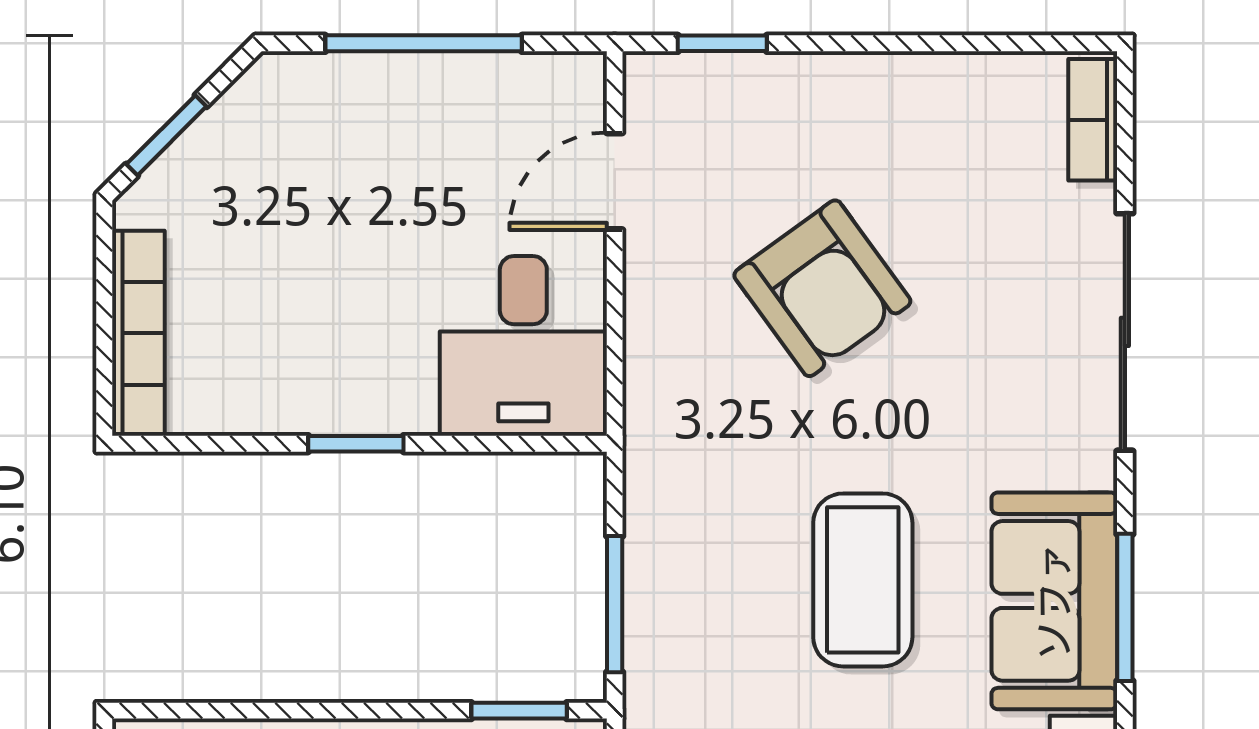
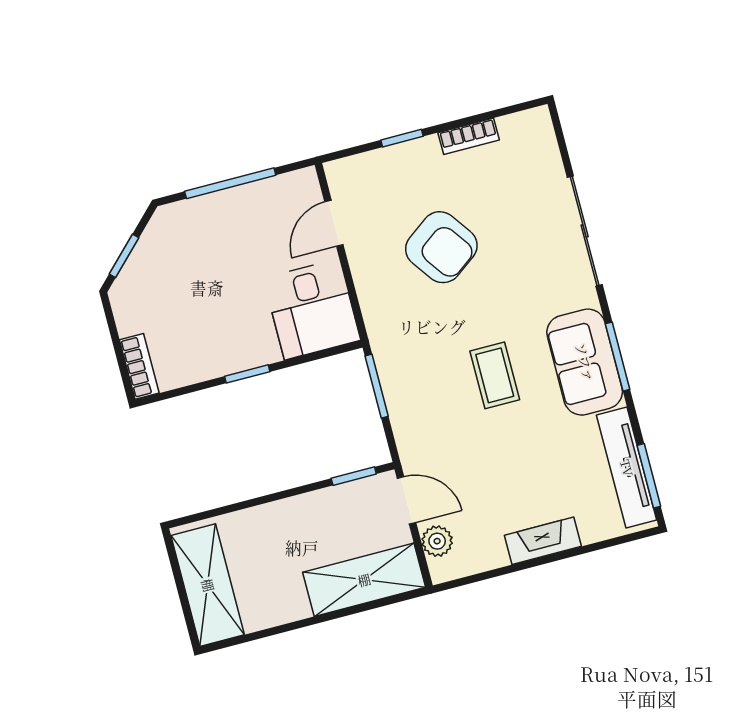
window: (722, 43) -> (402, 138), moved
bookcase: (1093, 120) -> (469, 136), moved, turned -90
bookcase: (138, 333) -> (139, 366), width x0.64
coffee table: (863, 580) -> (495, 375), width x0.73, depth x0.77
window: (615, 604) -> (377, 386), moved

